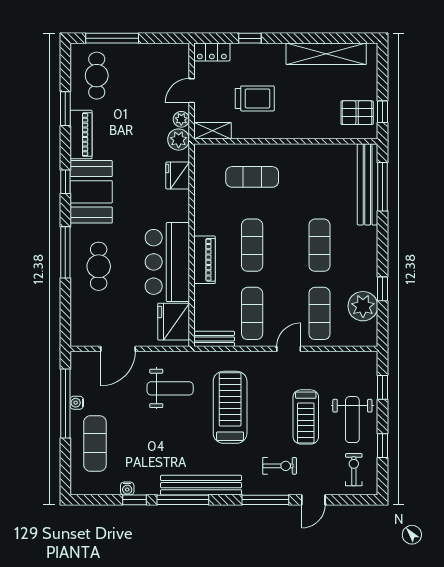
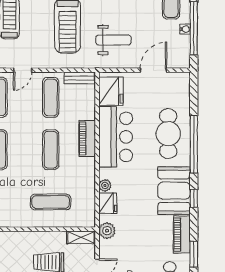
plant: (181, 119) -> (105, 185), moved
window: (65, 252) -> (194, 144), width x1.46
cafe table: (99, 266) -> (168, 134), width x1.37, depth x1.35
weight bench: (170, 388) -> (114, 40), turned 180

